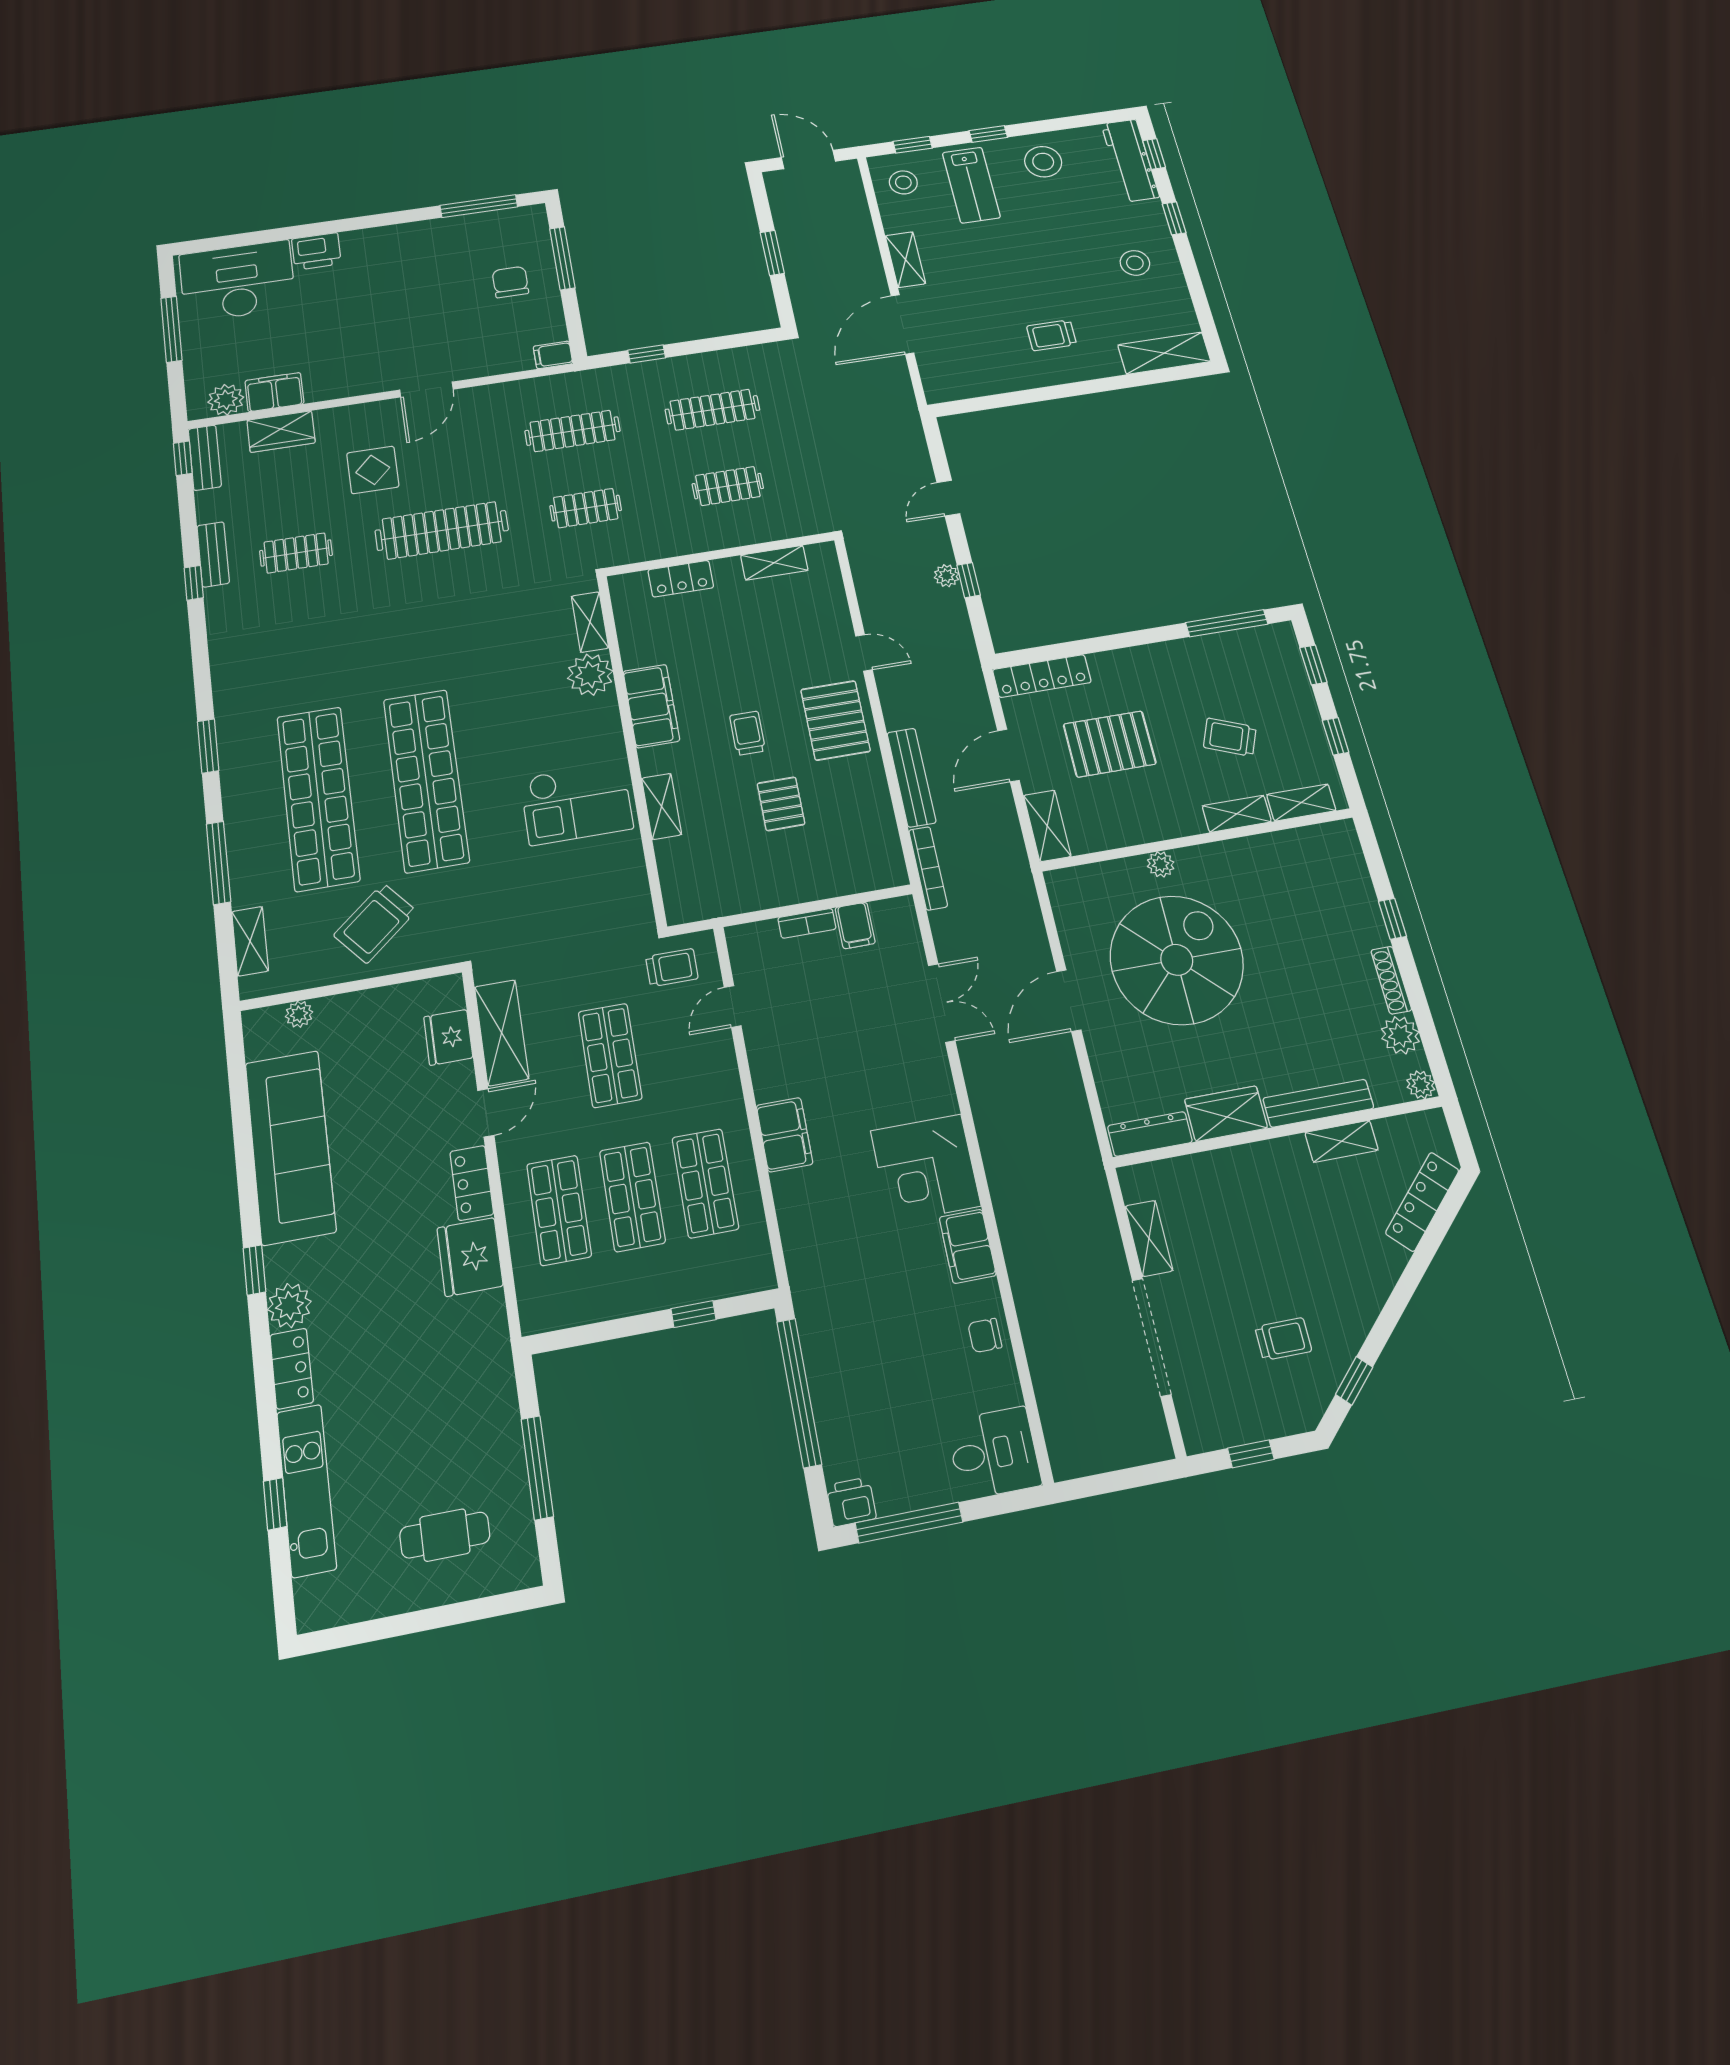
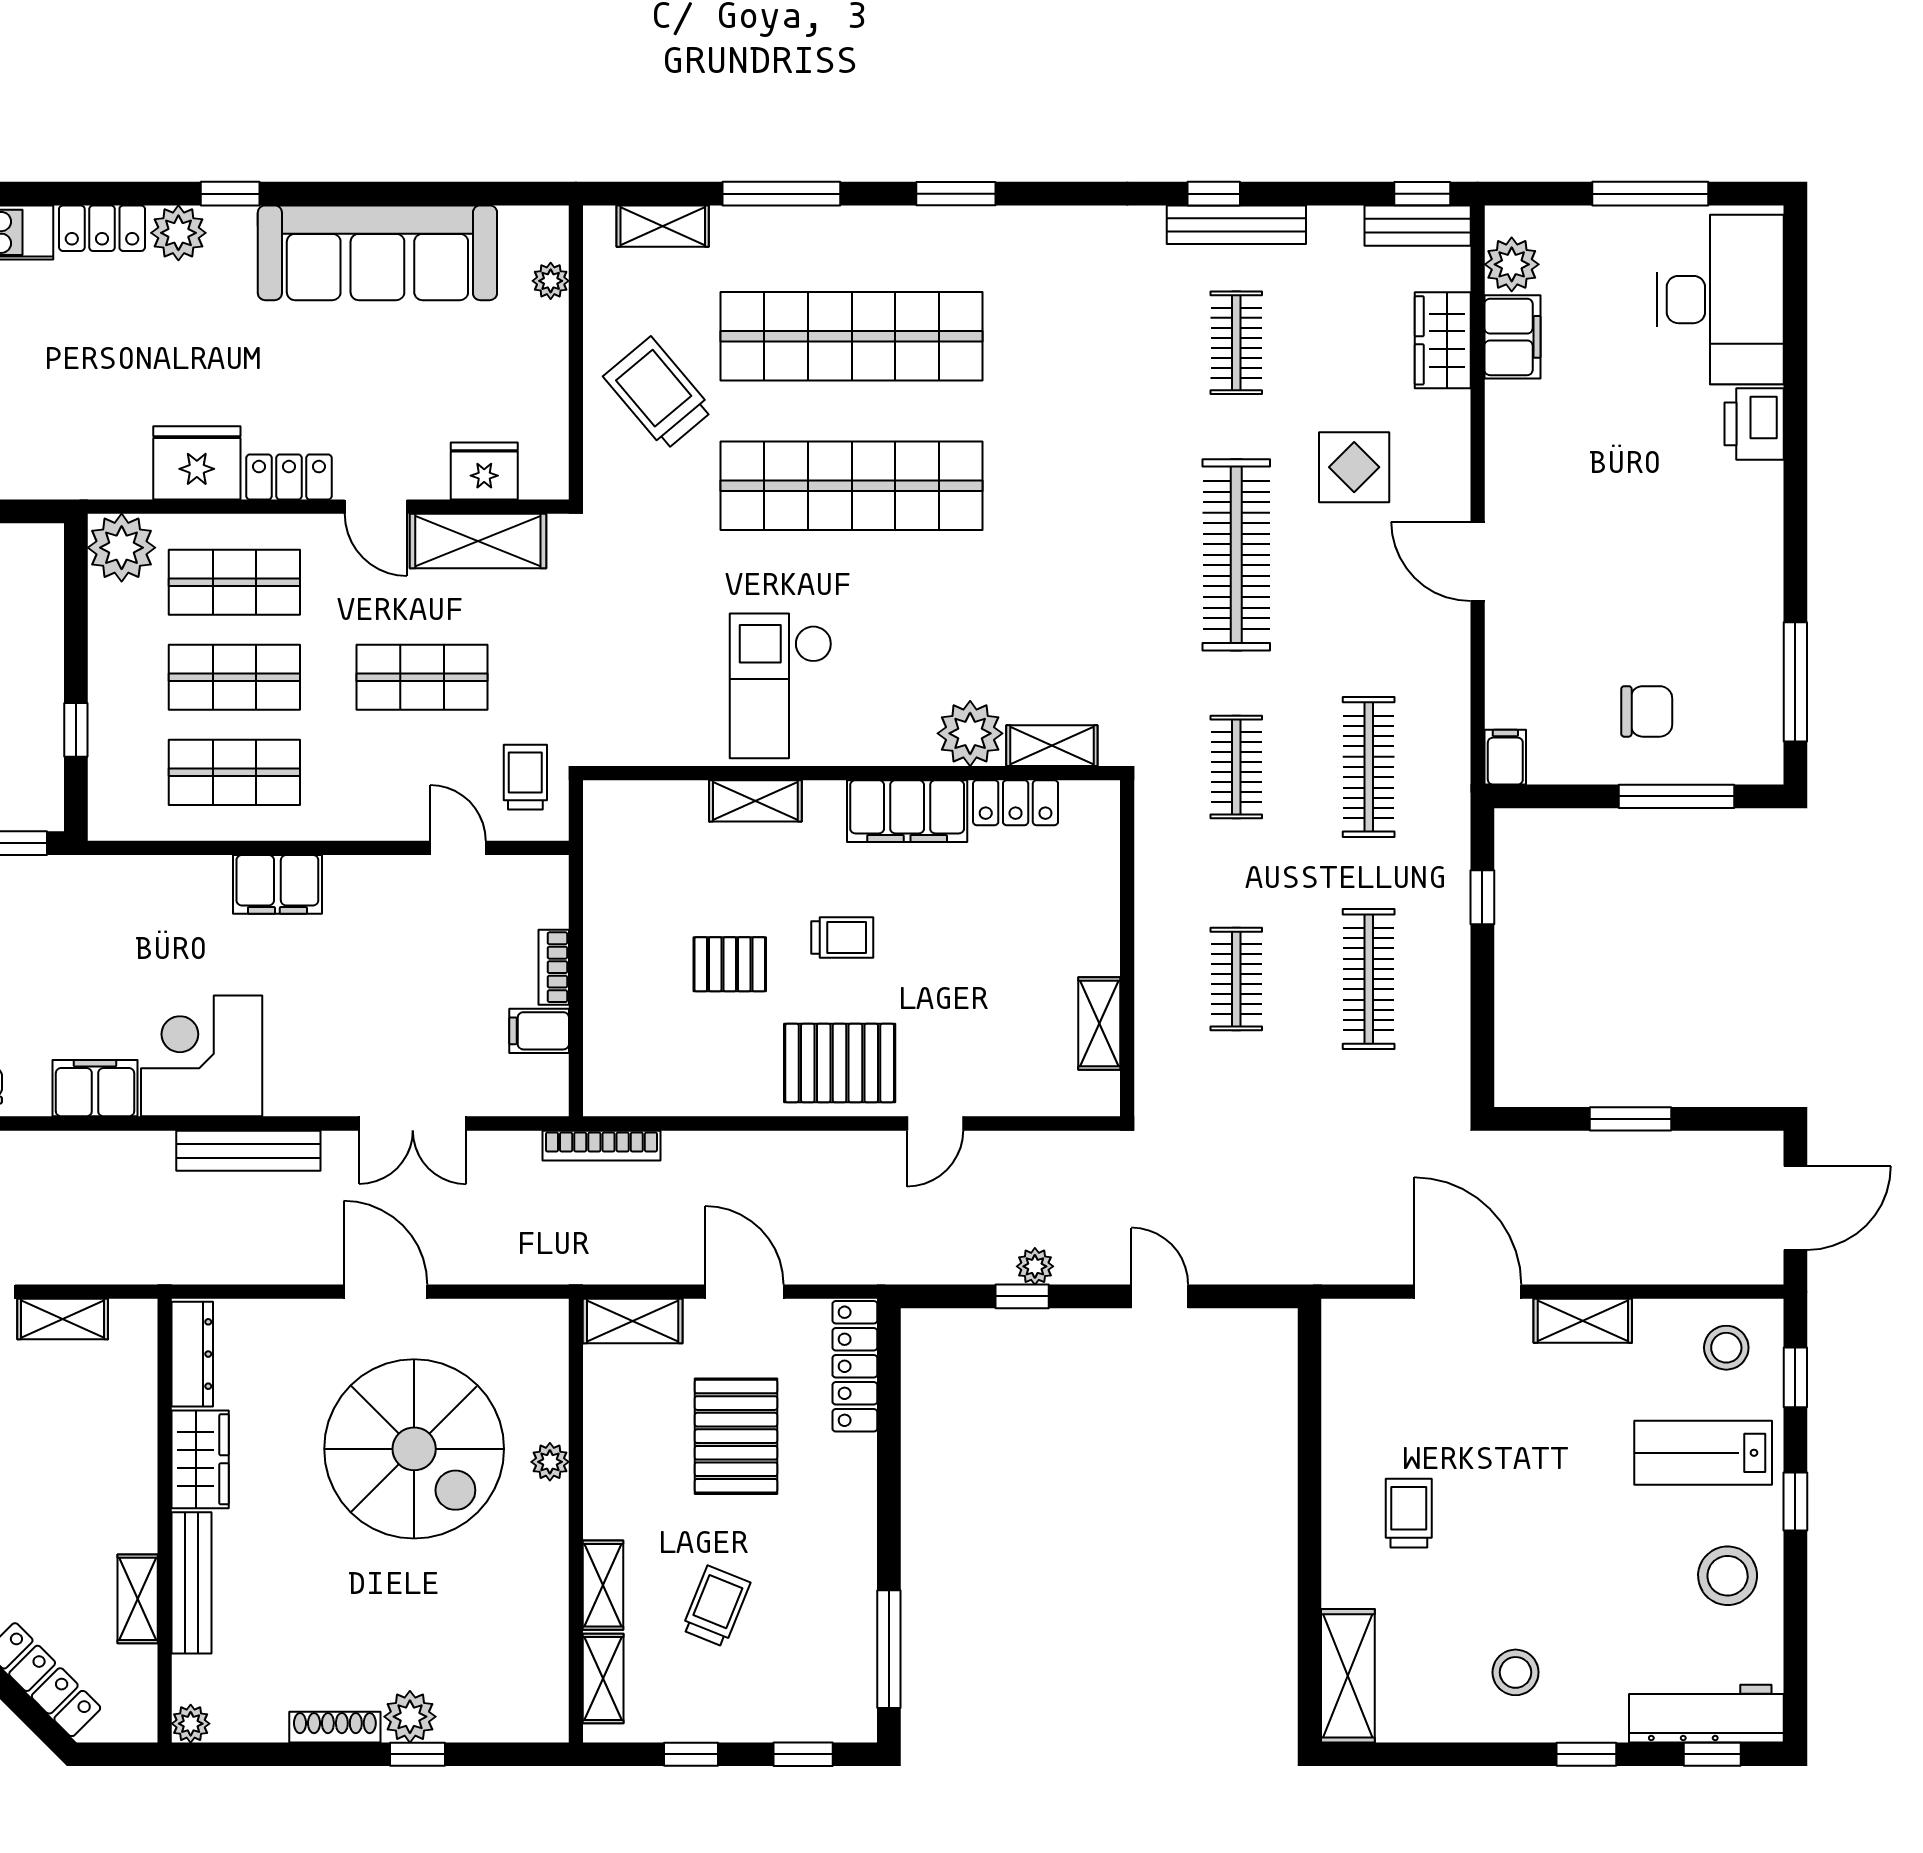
bench: (213, 554) -> (1236, 225), width x1.36
locker: (681, 579) -> (1016, 803), moved, turned -90
bench: (911, 777) -> (248, 1151), moved
trolley: (672, 968) -> (525, 777), turned 180
plant: (1400, 1035) -> (410, 1717), moved
plant: (545, 1304) -> (122, 548), added

